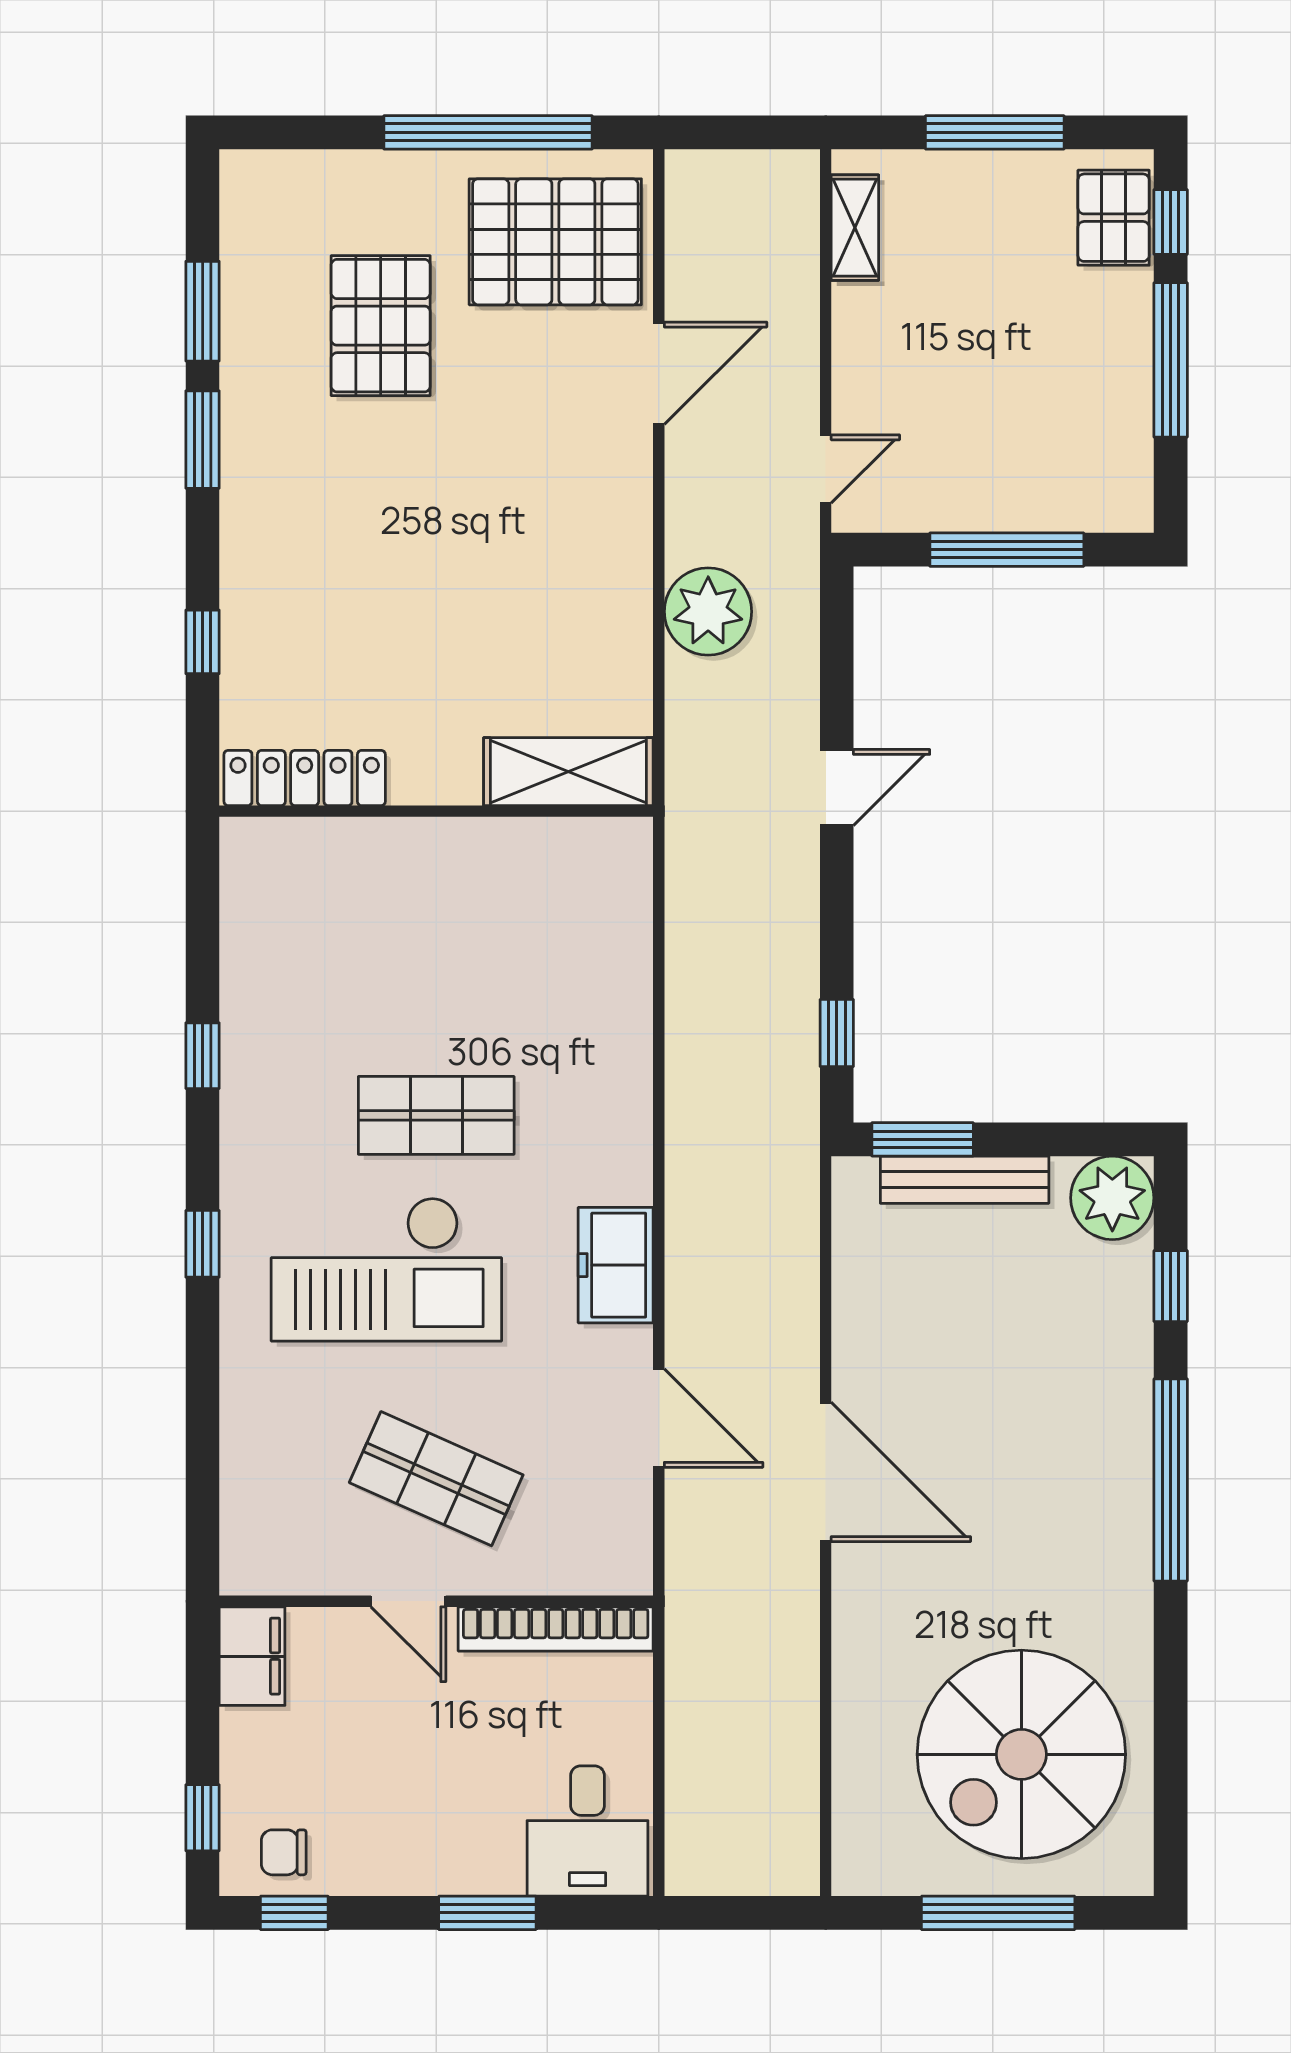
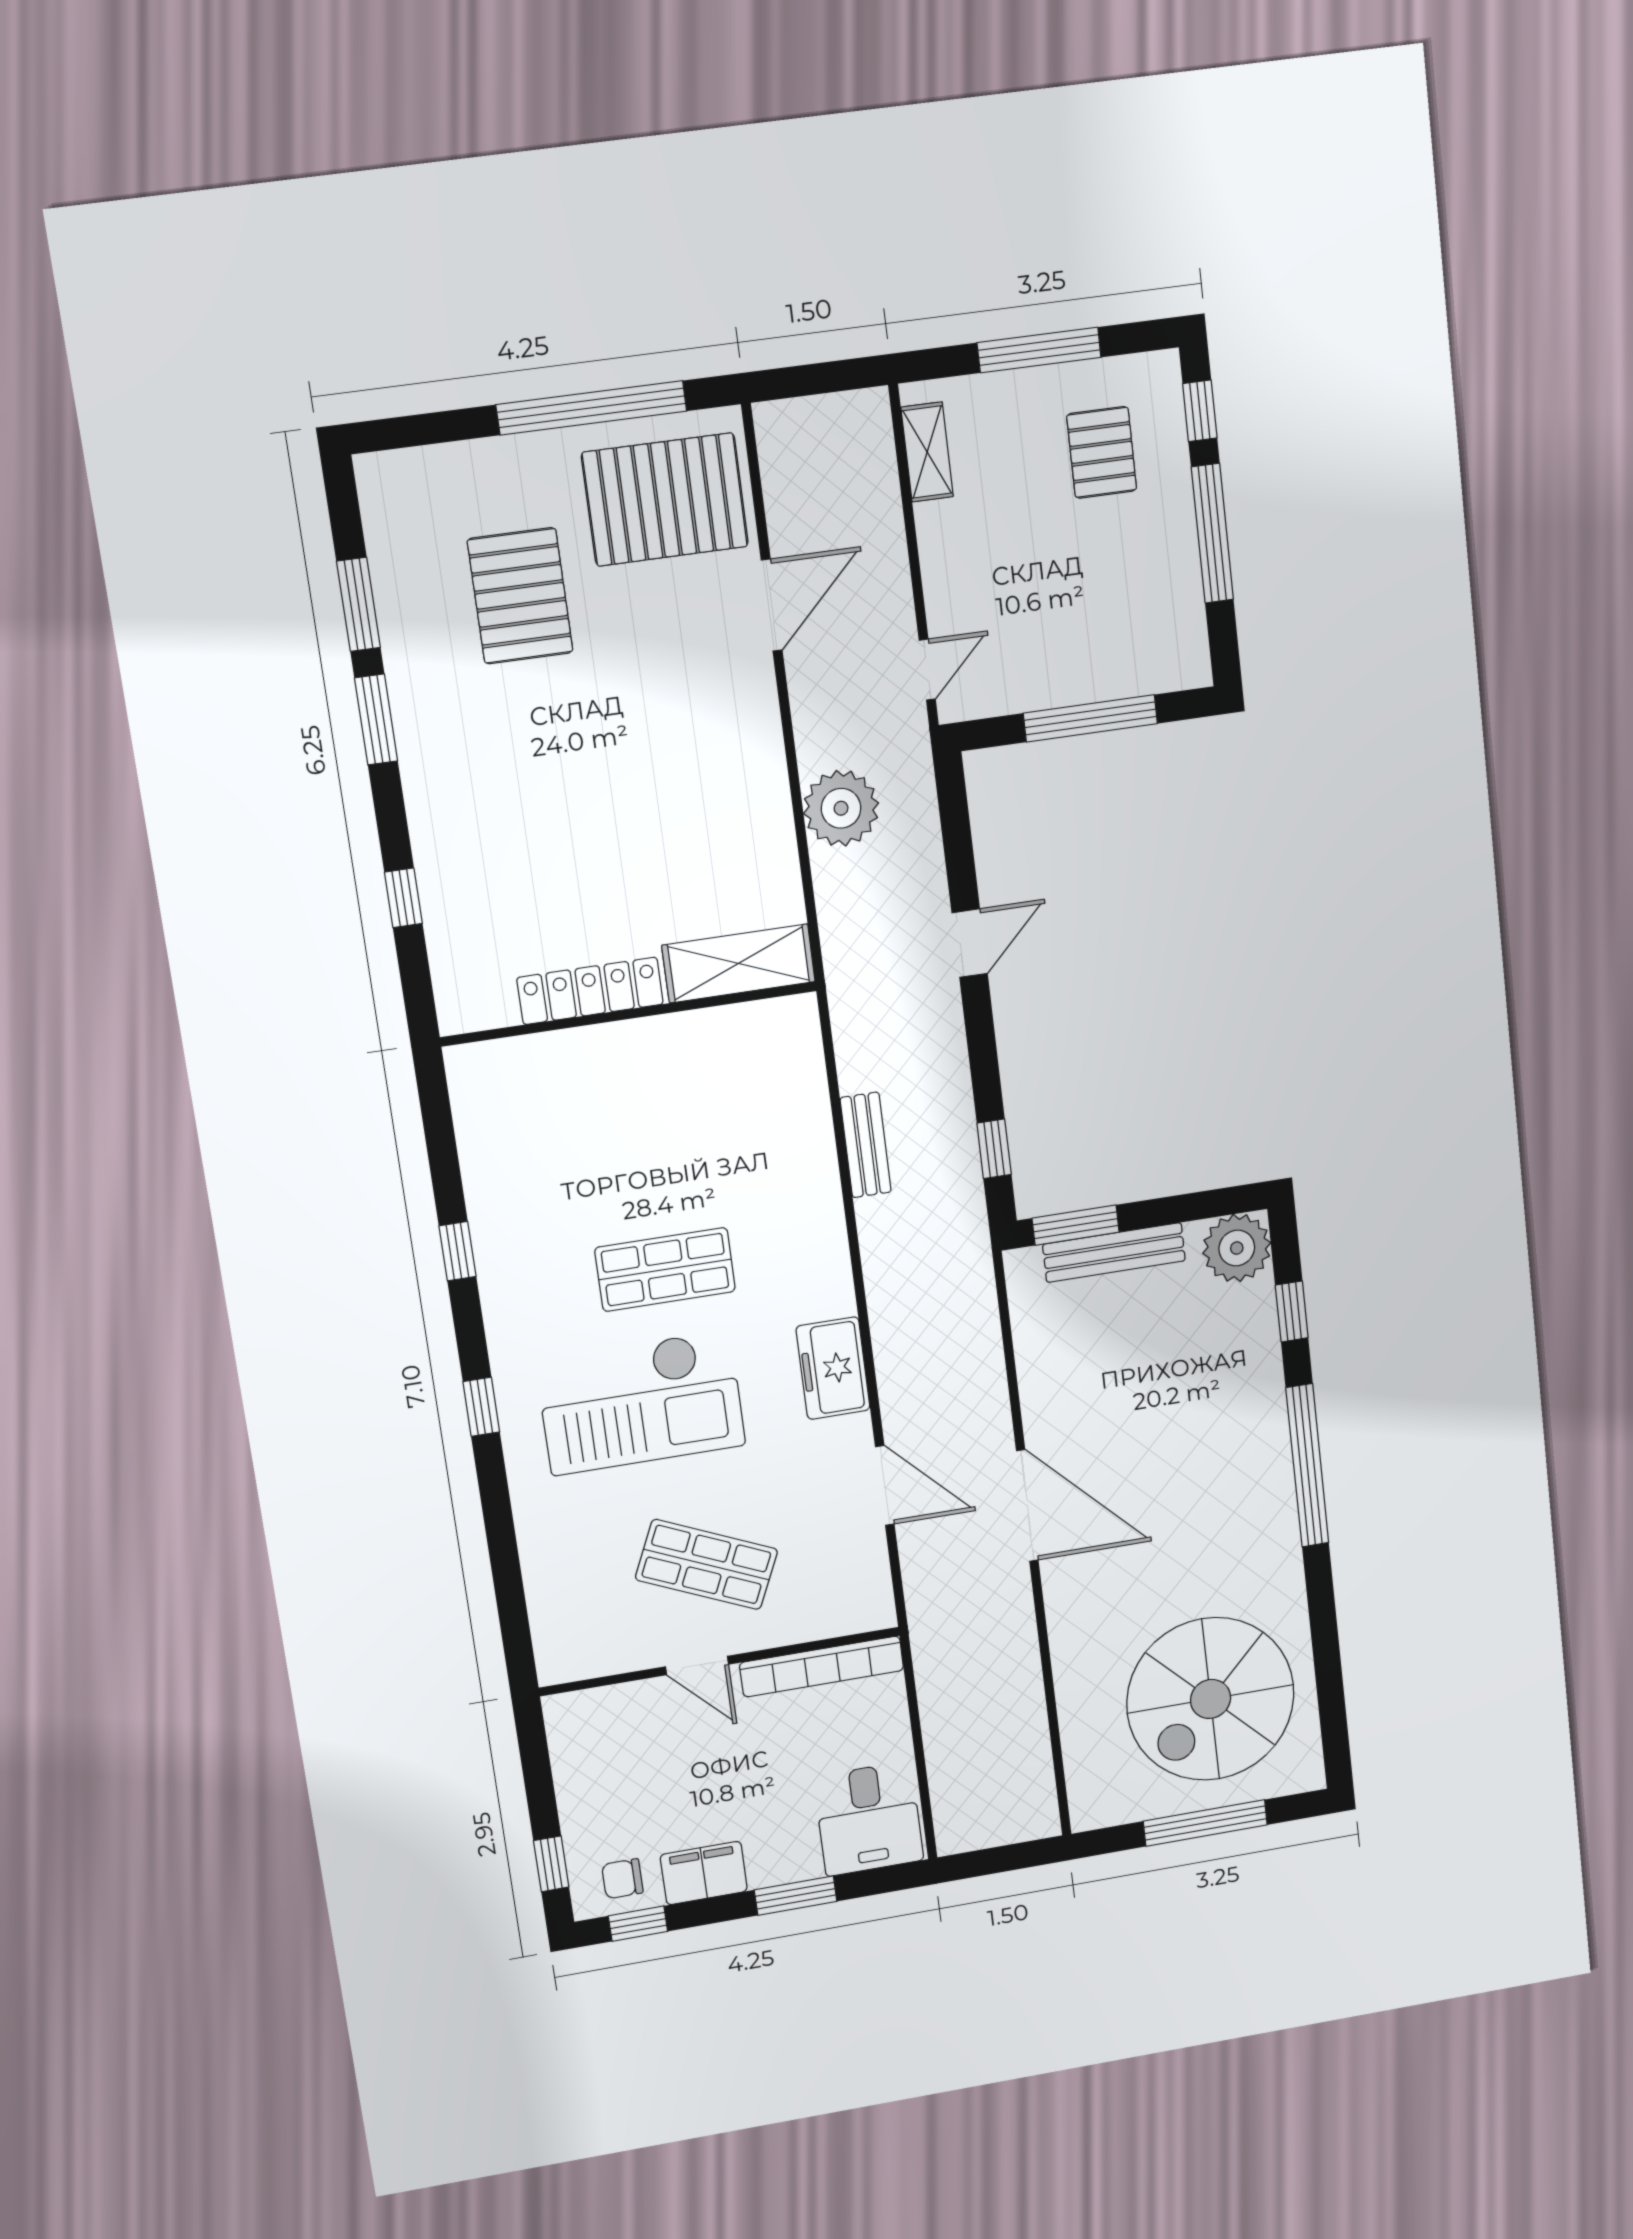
pallet: (1114, 218) -> (1102, 452), moved
locker: (305, 778) -> (590, 991), moved
bench: (687, 1005) -> (866, 1145), added
filing cabinet: (252, 1656) -> (704, 1873), moved, turned -90

